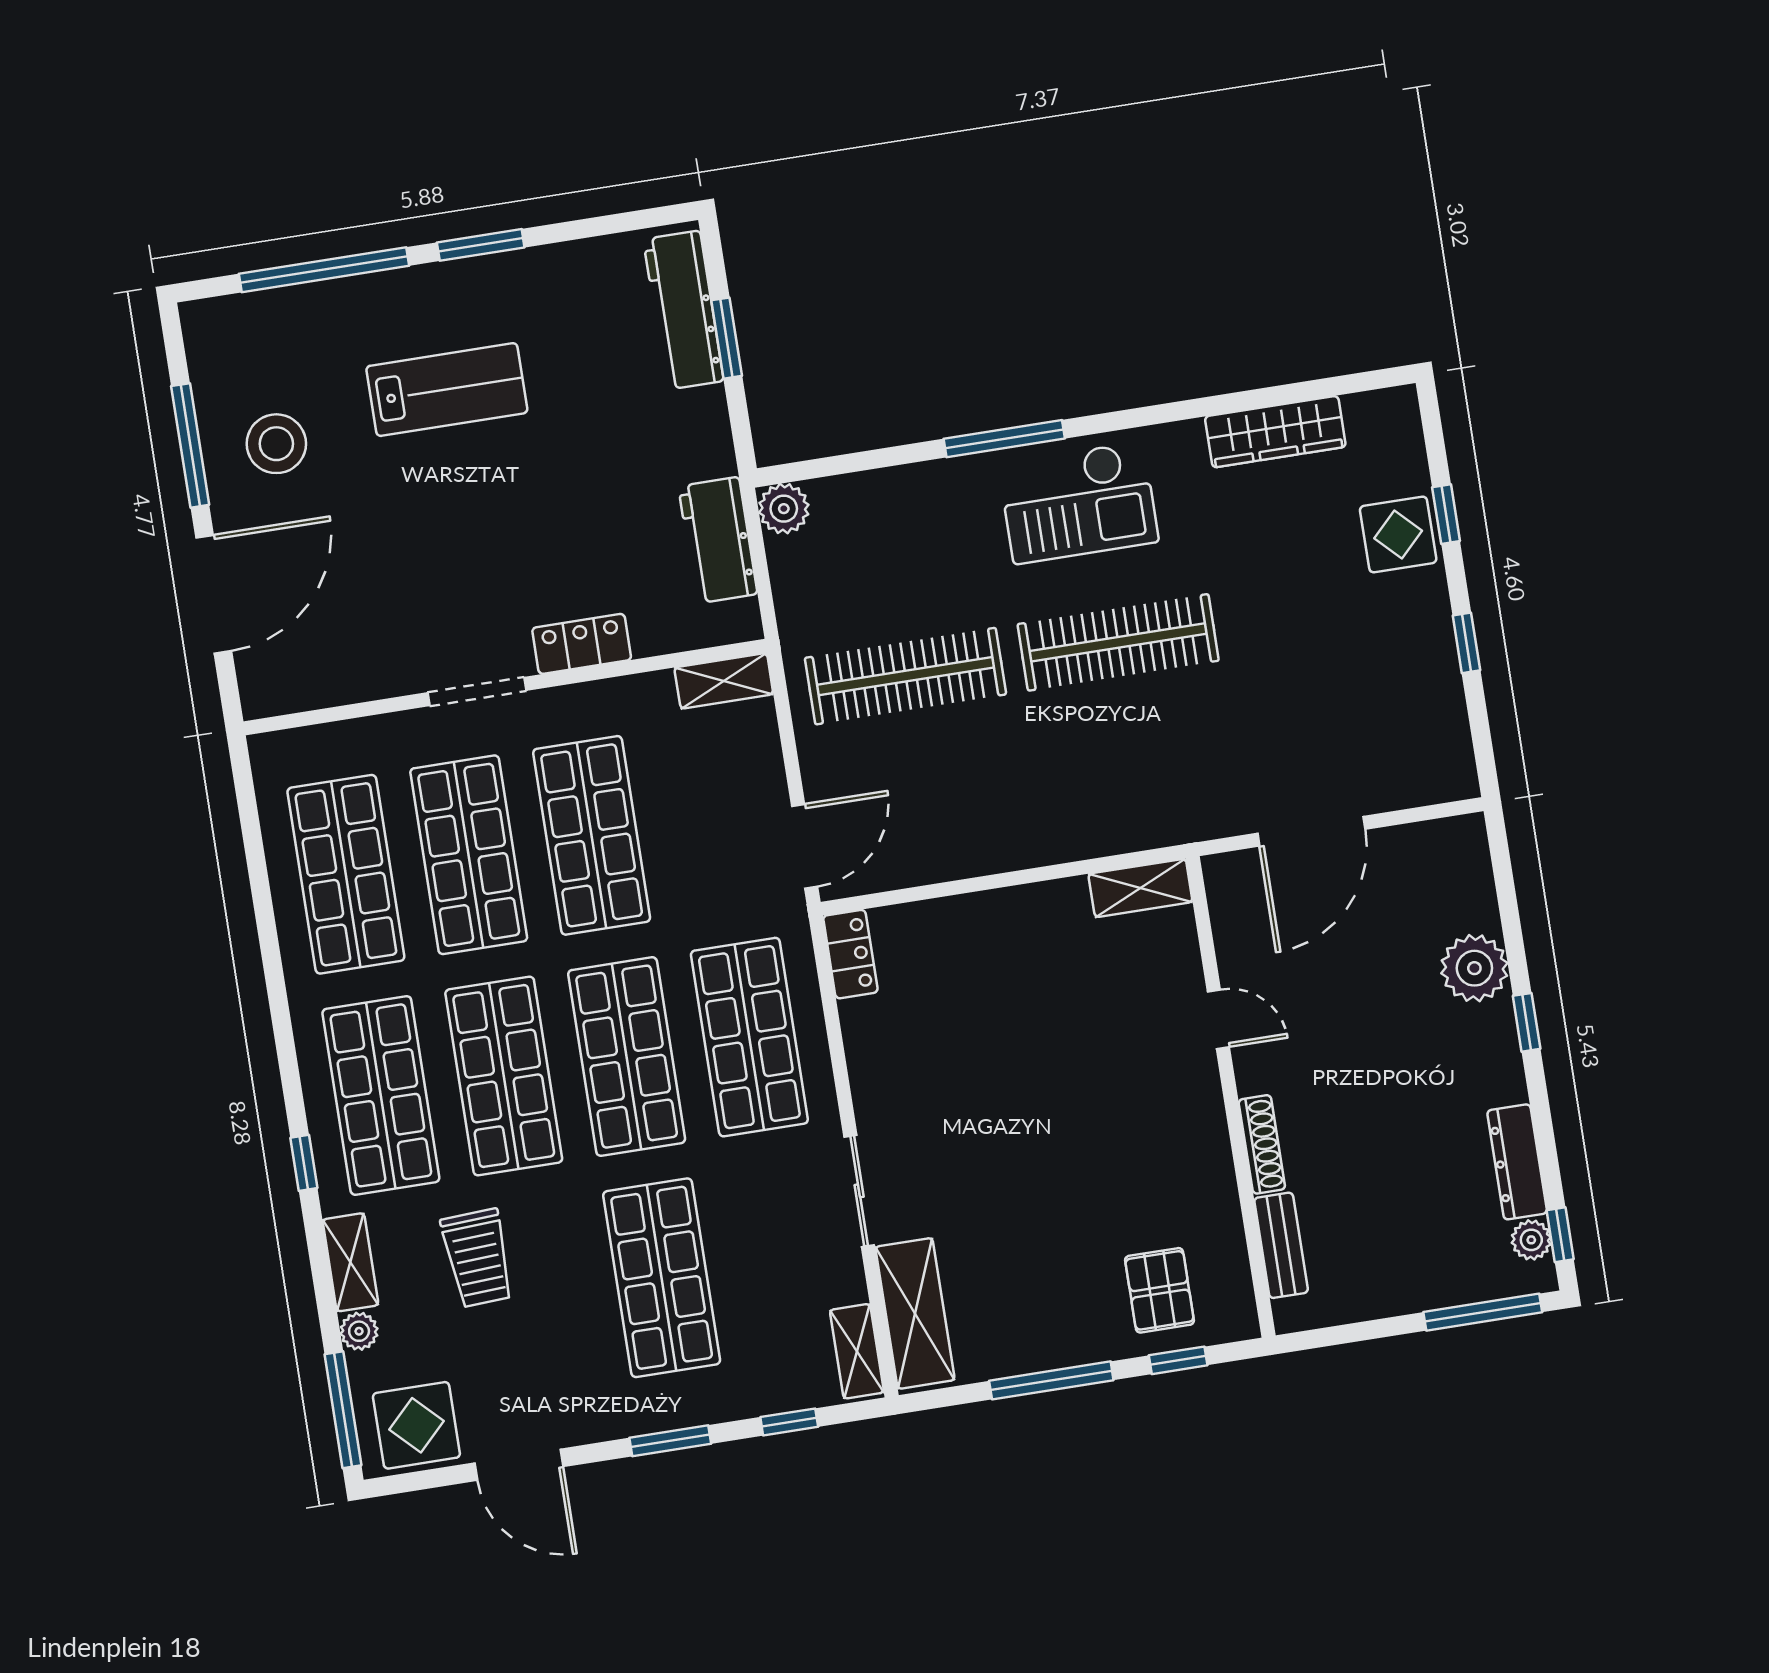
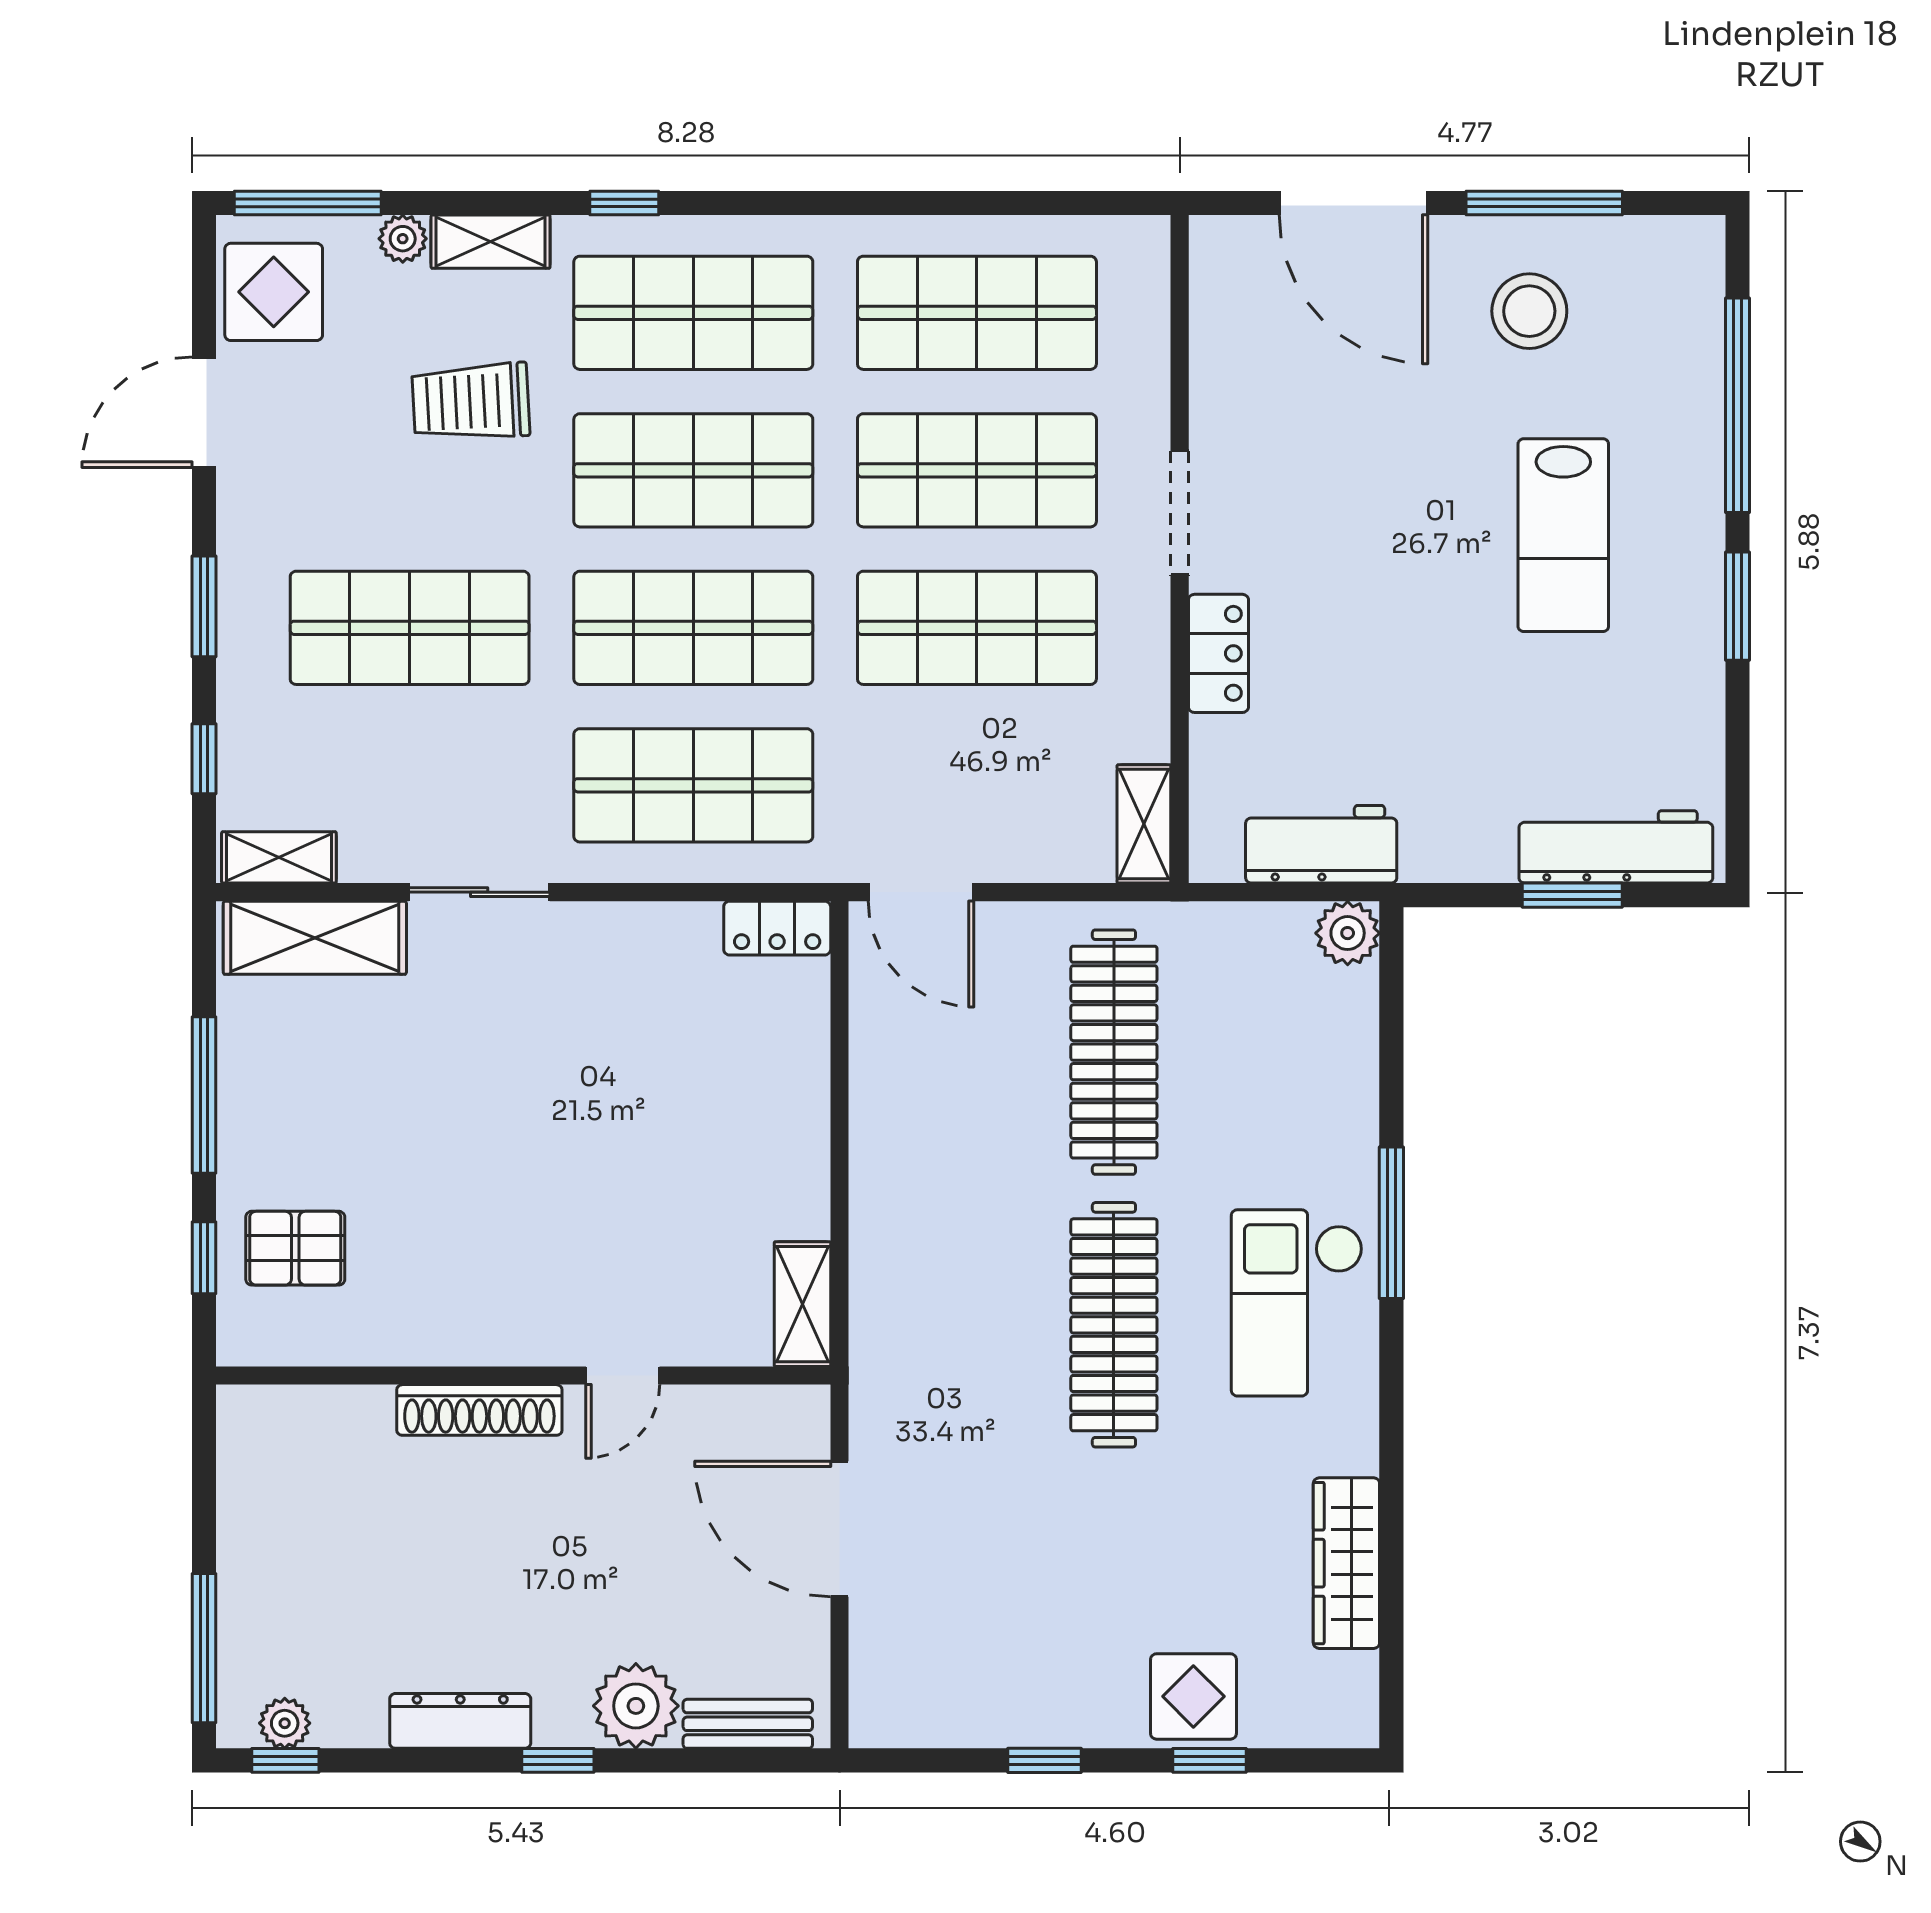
shoe rack: (1262, 1144) -> (479, 1410), width x1.36, depth x1.24
dresser: (1517, 1162) -> (460, 1721), moved
bench: (1281, 1245) -> (748, 1724), moved

